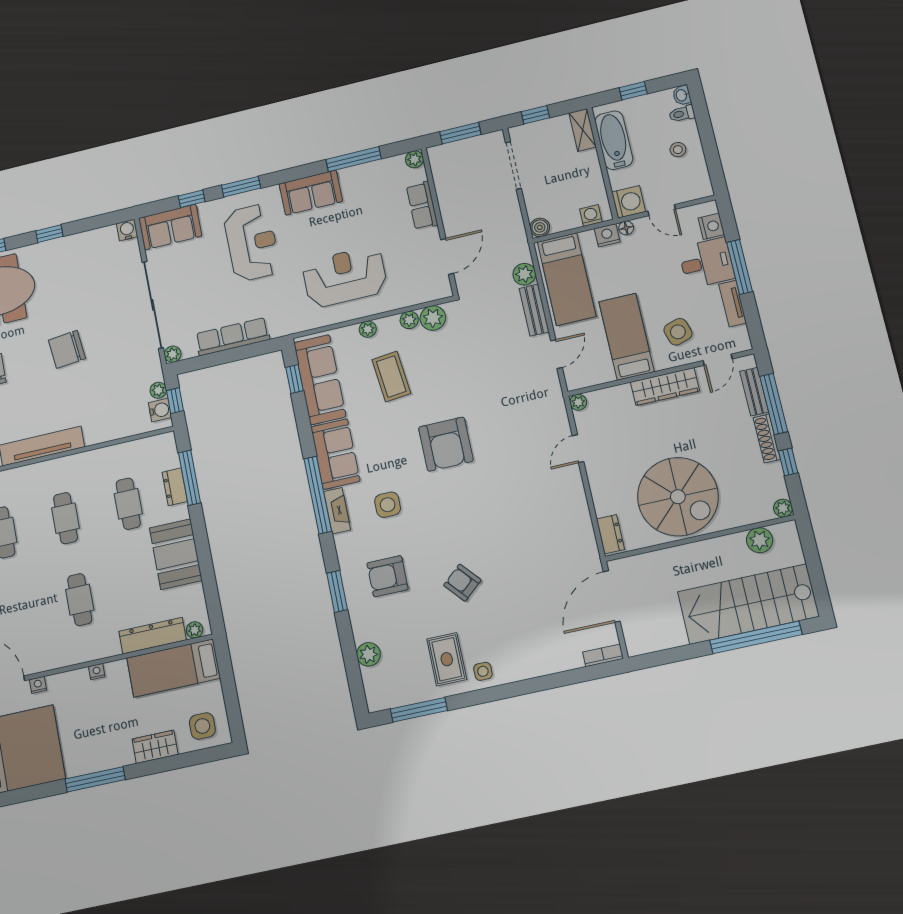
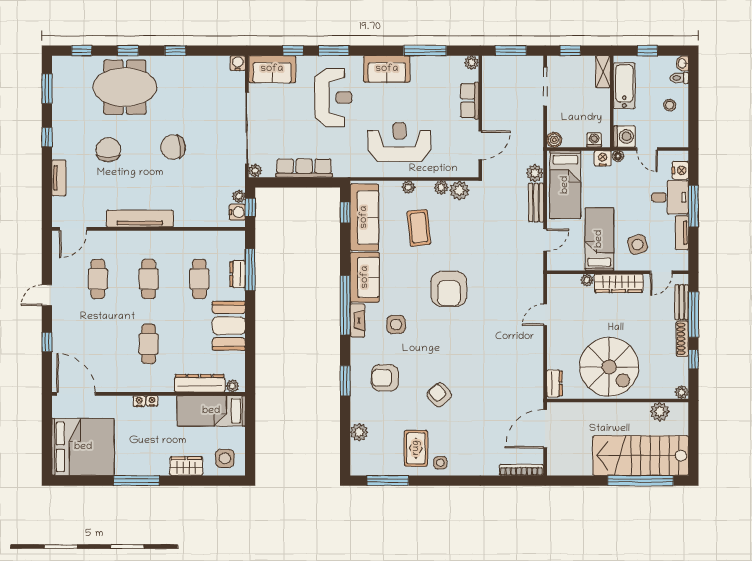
plant: (578, 402) -> (587, 280), moved
bookcase: (603, 655) -> (521, 470), width x1.56
nightstand: (38, 685) -> (139, 401), moved

